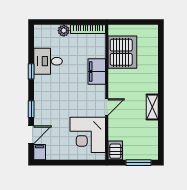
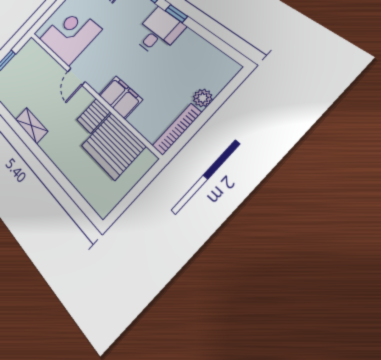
desk: (48, 61) -> (158, 32), moved
window: (31, 71) -> (176, 13), moved
server rack: (115, 150) -> (94, 116), moved, turned 90

